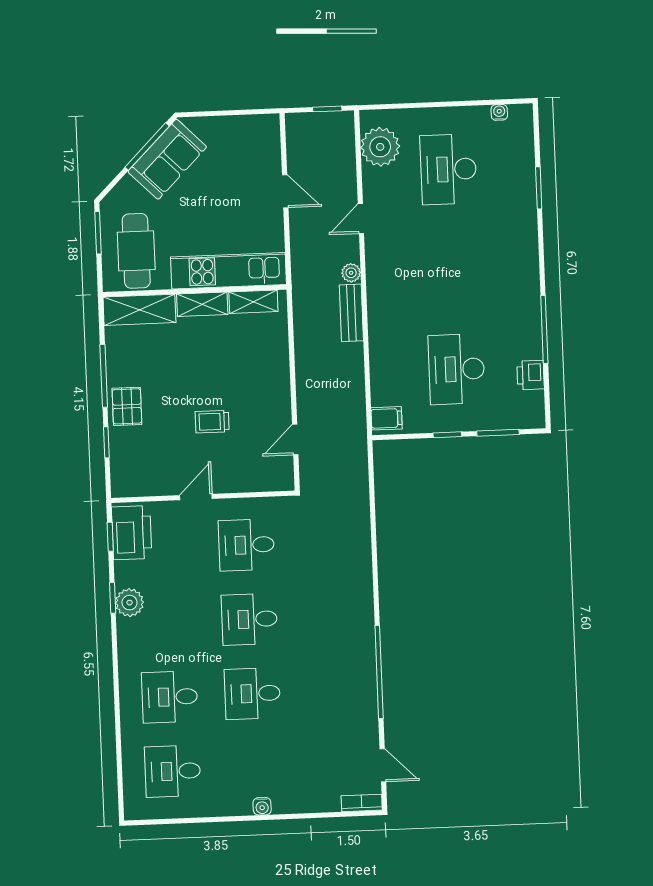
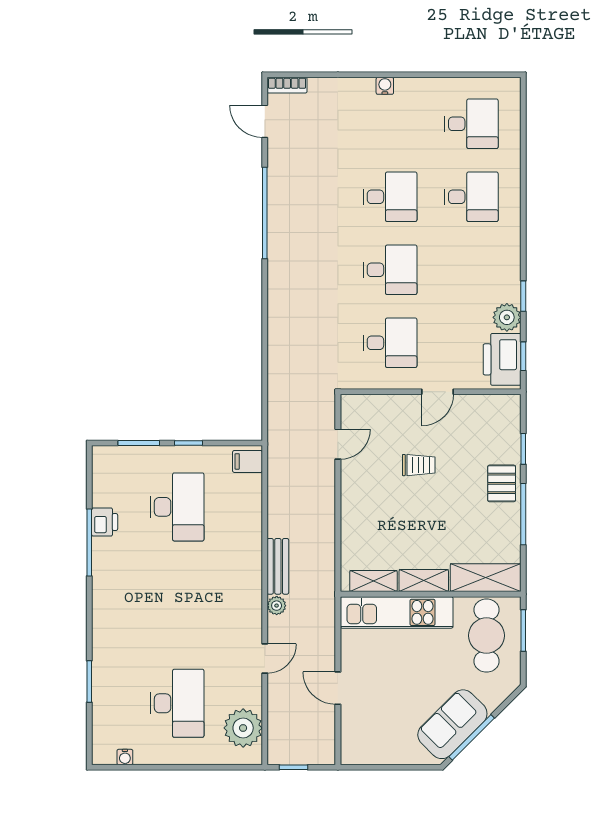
window: (98, 233) -> (523, 631), moved
printer: (531, 375) -> (105, 522), moved
plant: (130, 603) -> (507, 317), moved

